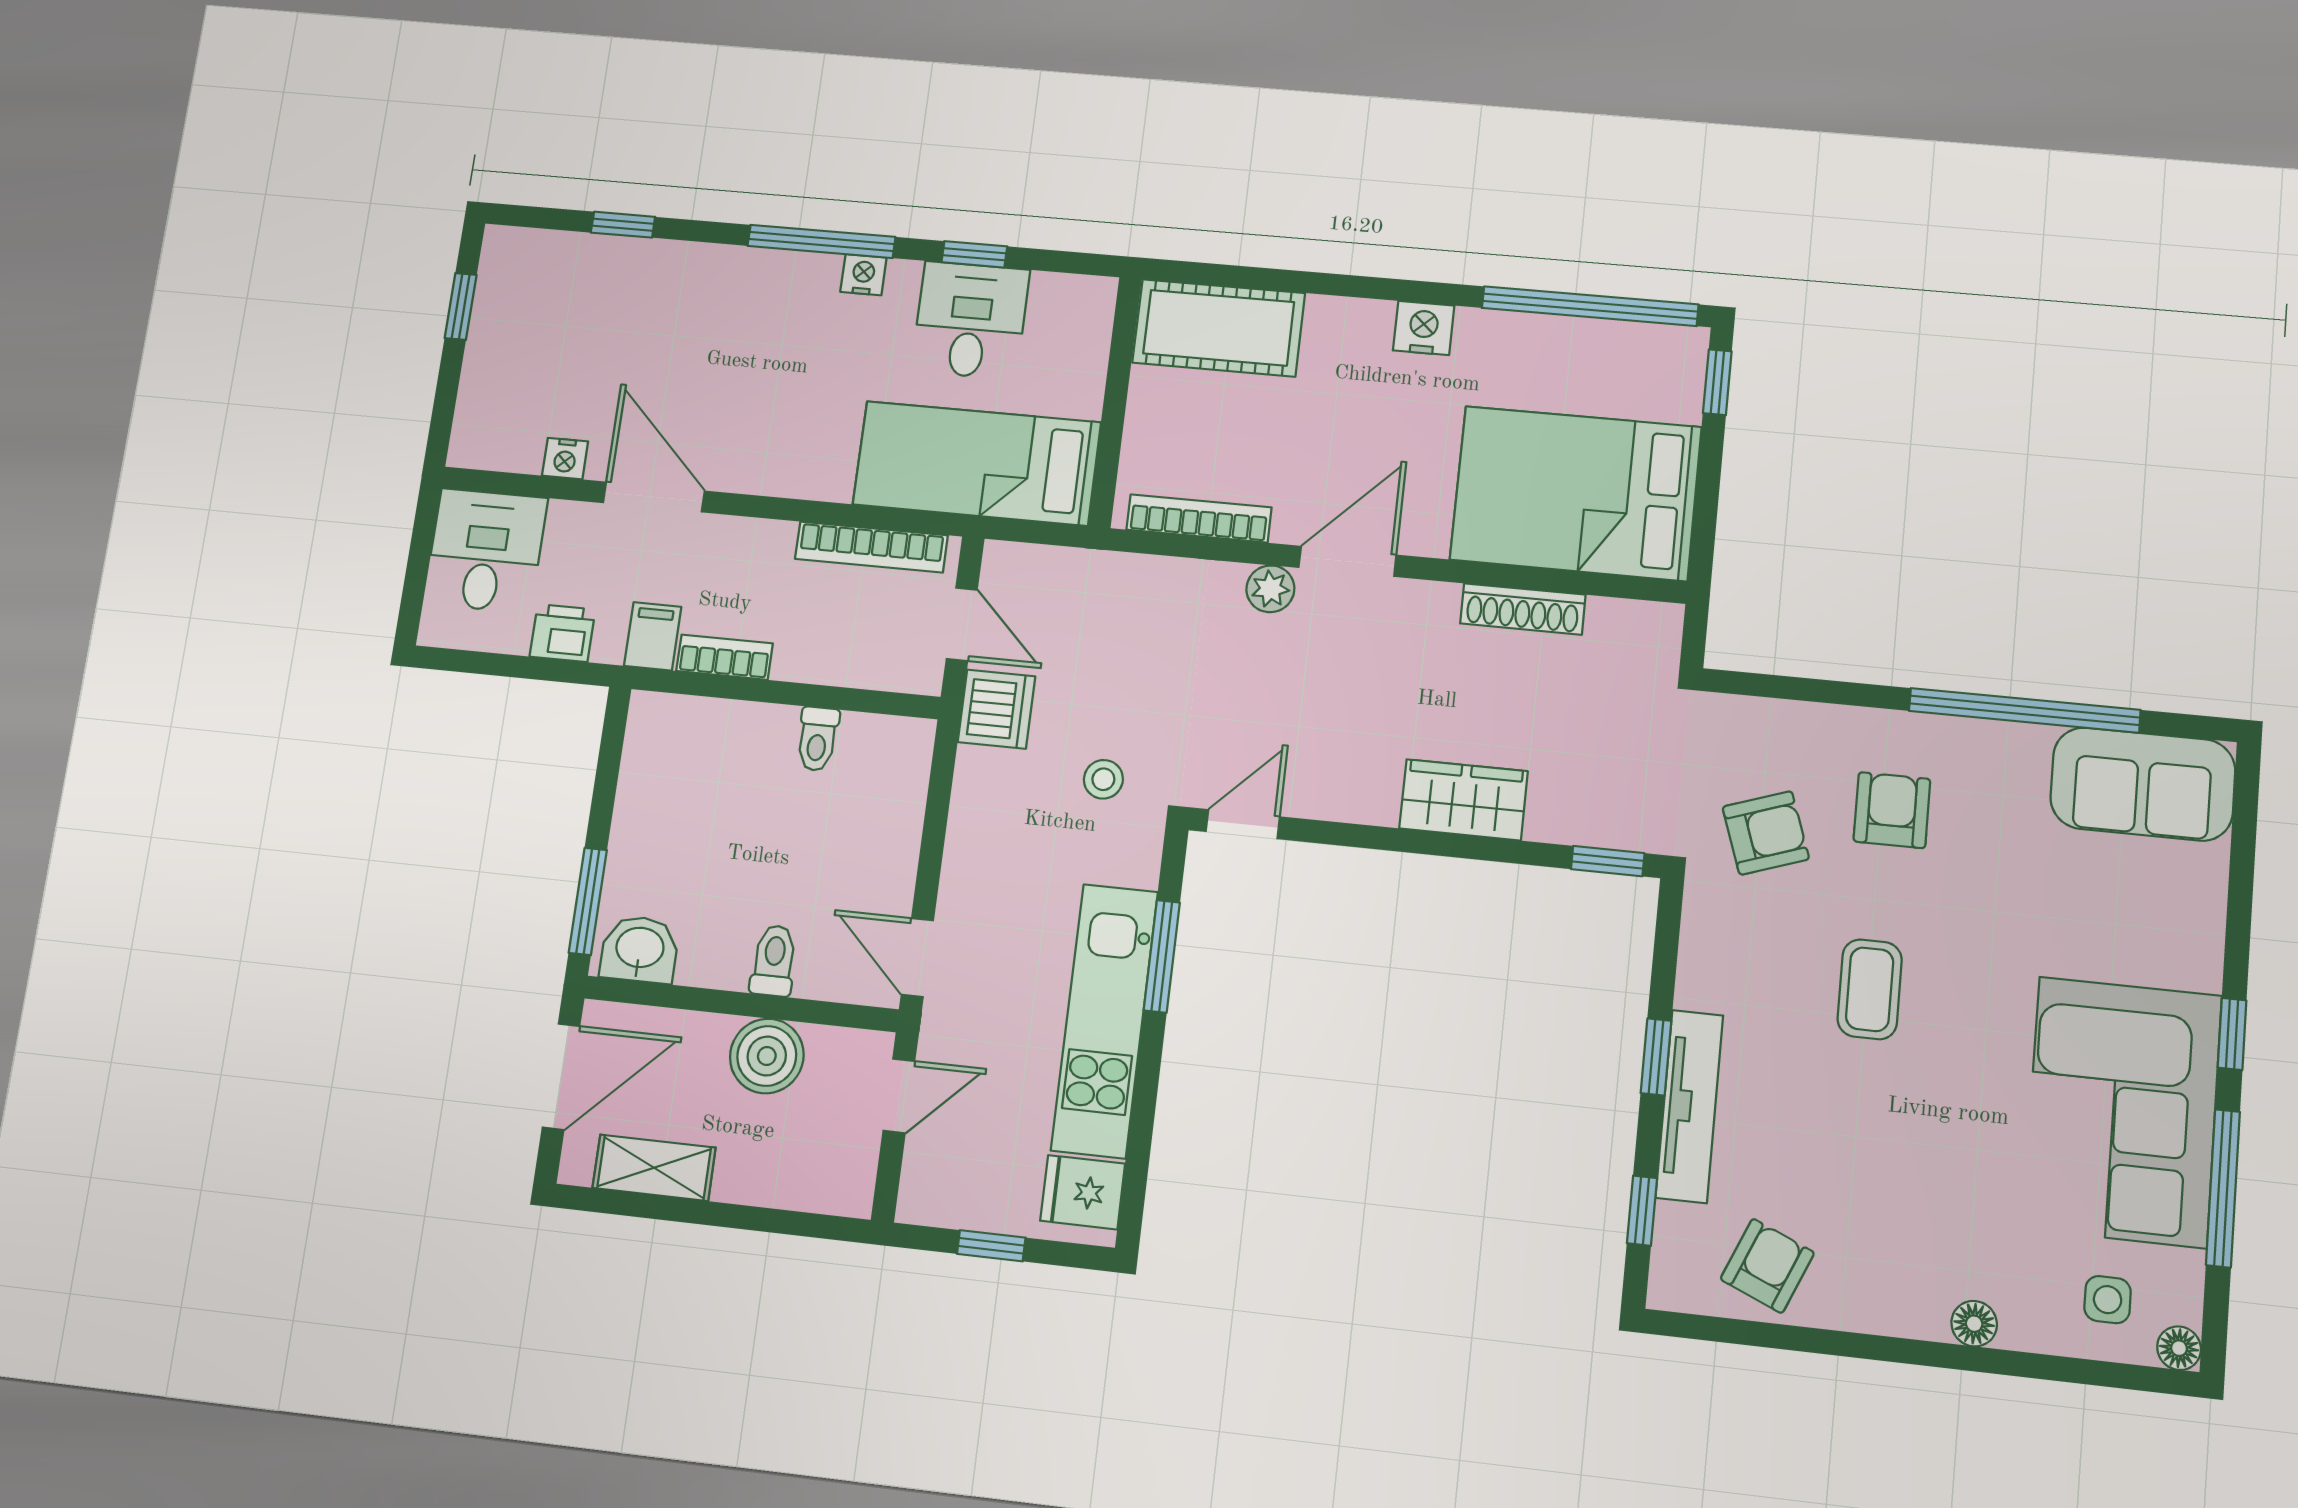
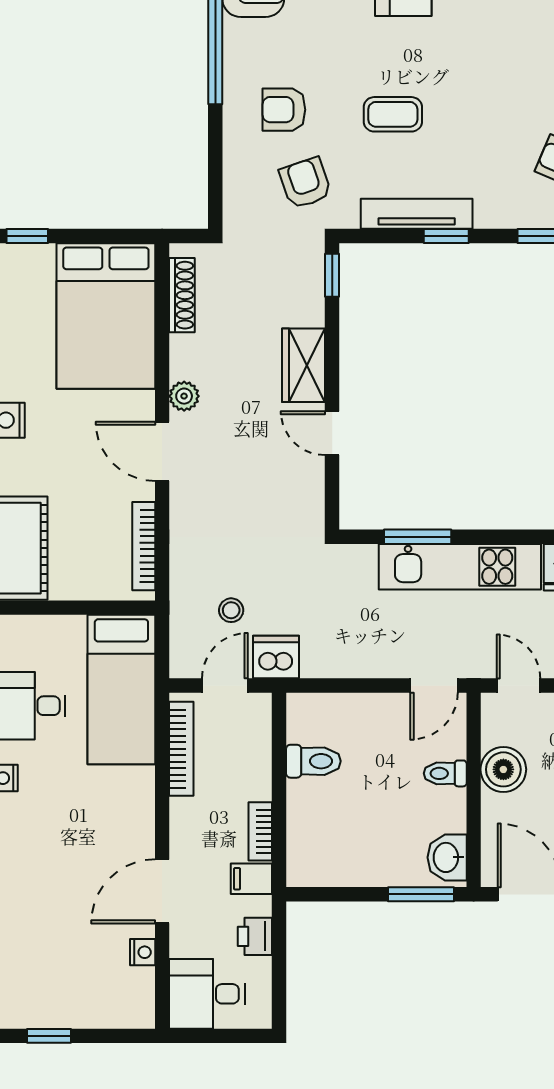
plant: (1270, 589) -> (184, 396), moved
shoe rack: (1523, 609) -> (182, 295), moved
toilet: (817, 739) -> (313, 761), width x1.37, depth x1.39
stool: (1103, 779) -> (231, 610), moved
door: (1243, 824) -> (332, 433), moved
tv unit: (1689, 1106) -> (417, 214), moved

